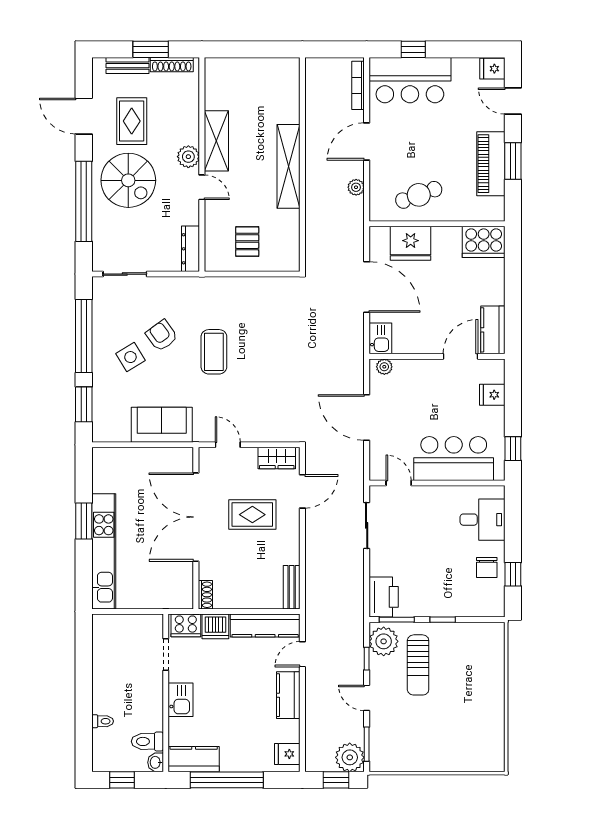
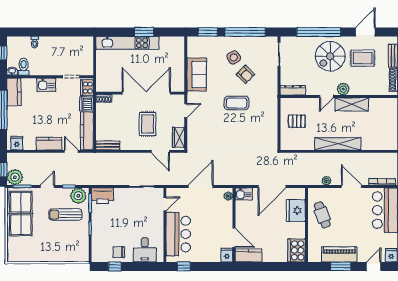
armchair: (162, 335) -> (245, 74), turned 81
fridge: (492, 395) -> (227, 255), moved
table tennis table: (416, 747) -> (21, 213), added

